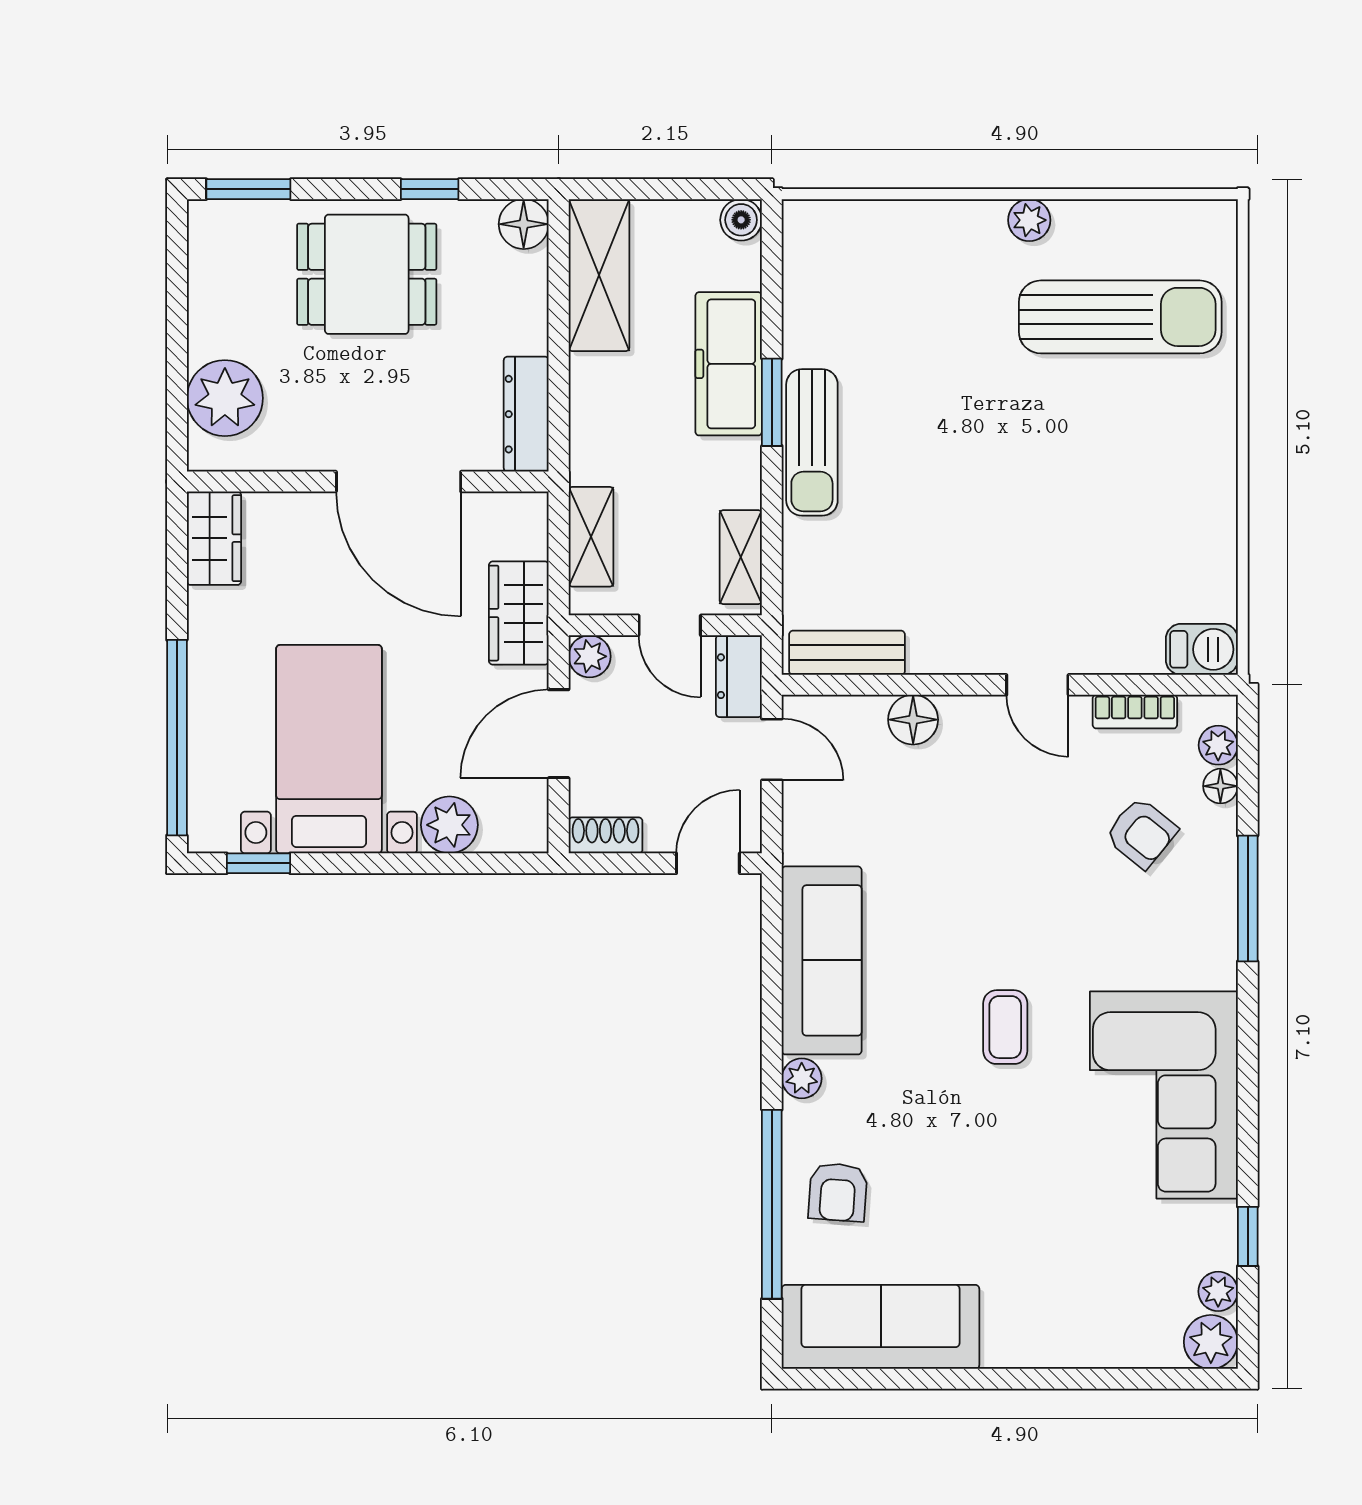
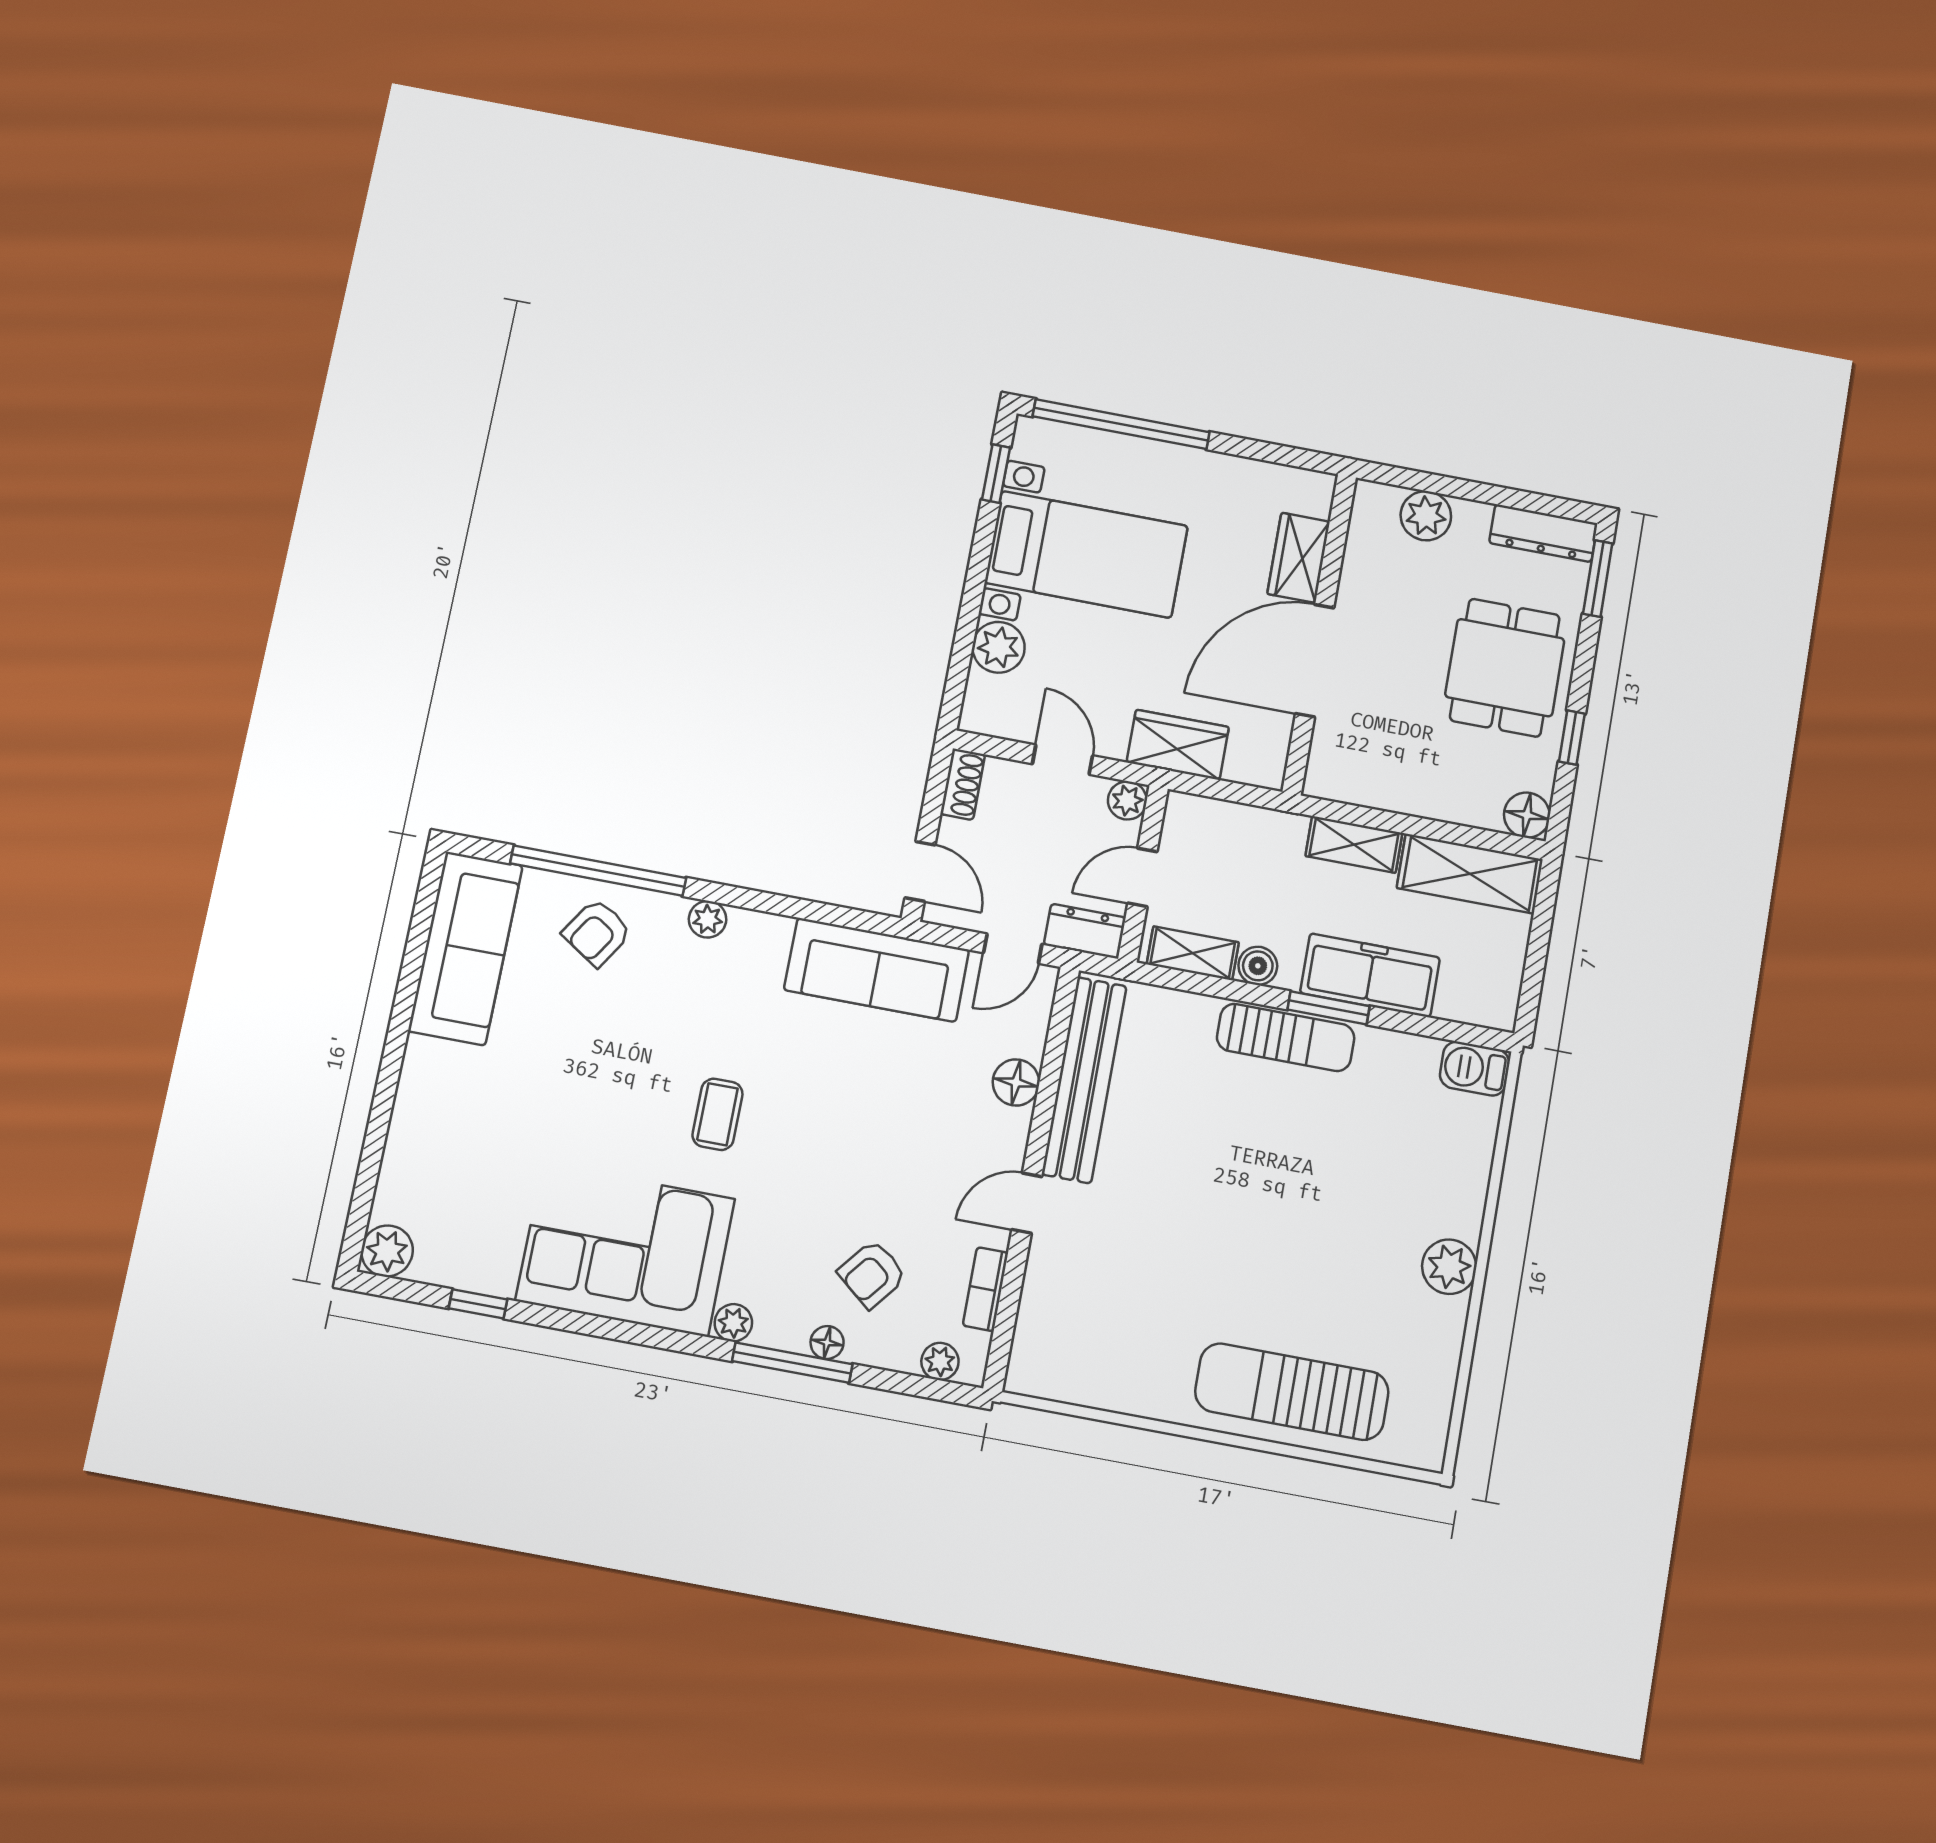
boiler: (741, 220) -> (1258, 966), moved
plant: (1029, 220) -> (1449, 1267), width x1.38, depth x1.38
sun lounger: (1120, 317) -> (1292, 1392), moved, turned 90
plant: (225, 398) -> (1426, 516), width x0.73, depth x0.73
dresser: (526, 414) -> (1543, 533), moved, turned 180
sun lounger: (812, 442) -> (1286, 1037), turned 180
shelving: (591, 537) -> (1354, 844), moved
wardrobe: (214, 538) -> (1299, 558), moved, turned 90
barbecue: (1202, 649) -> (1475, 1069), moved, turned 90
bench: (847, 653) -> (1084, 1080), width x1.86, depth x1.21
door: (559, 734) -> (1063, 760), width x0.73
floor lamp: (1220, 786) -> (827, 1343), moved
sofa: (822, 960) -> (877, 970), moved
coffee table: (1005, 1027) -> (717, 1114), turned 90
armchair: (838, 1192) -> (597, 932), turned -61
plant: (1218, 1291) -> (733, 1323), moved

